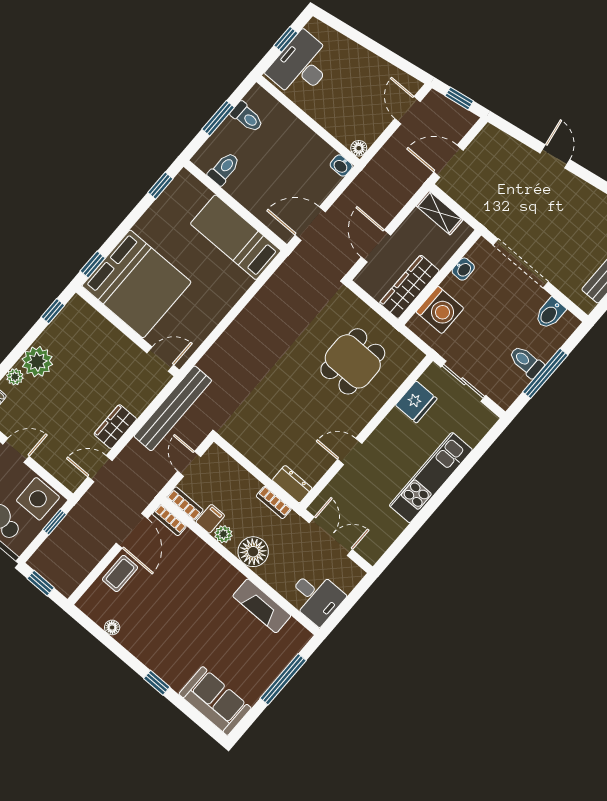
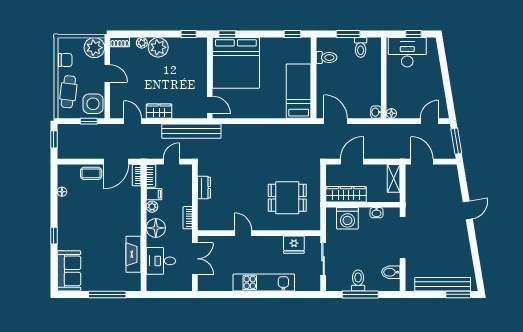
window: (459, 98) -> (456, 141), width x1.50
dresser: (292, 484) -> (204, 188), moved
desk: (316, 597) -> (161, 261), moved, turned 90

